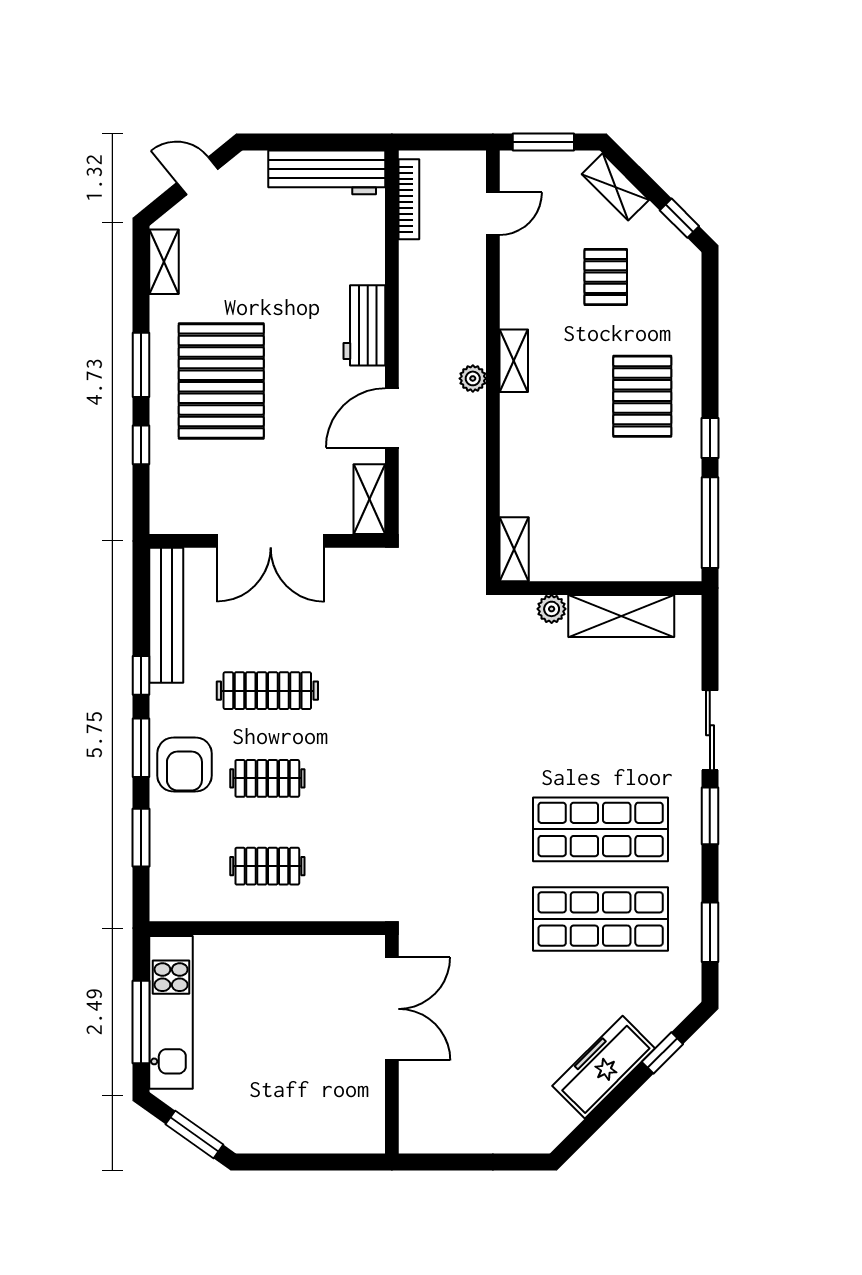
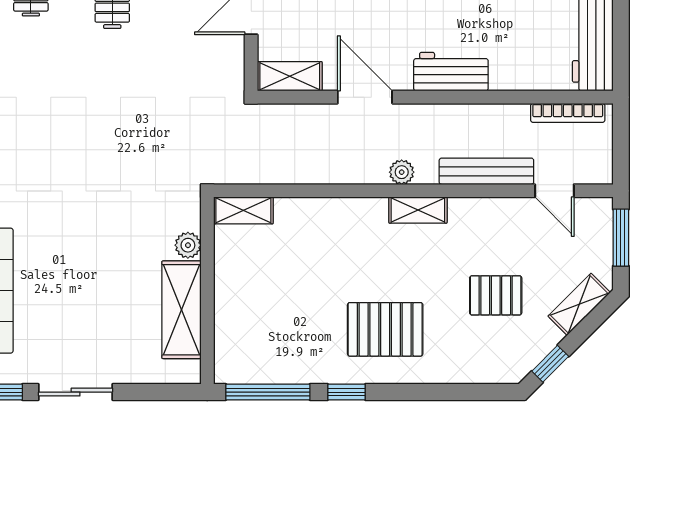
bench: (472, 287) -> (486, 171), added

